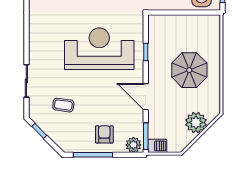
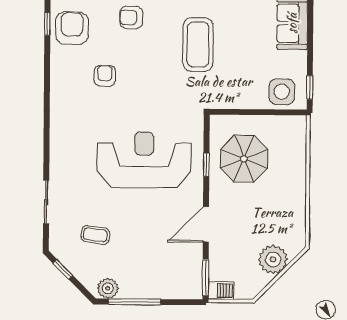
parasol: (189, 70) -> (244, 159), moved
door: (146, 97) -> (206, 224), hinge flipped
armchair: (104, 134) -> (150, 275), removed
plant: (133, 145) -> (108, 288), moved

